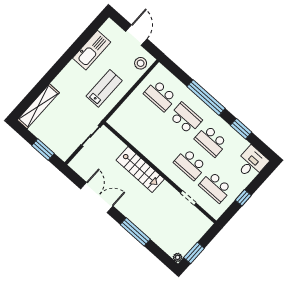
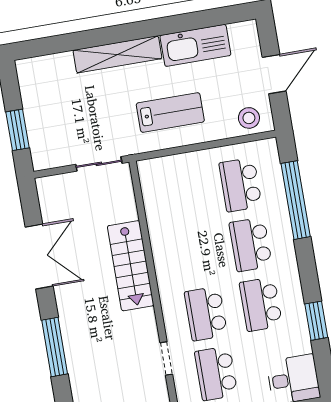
window: (206, 98) -> (296, 200), moved
shelving: (38, 106) -> (117, 54), moved
school desk: (186, 118) -> (251, 244), turned 180

